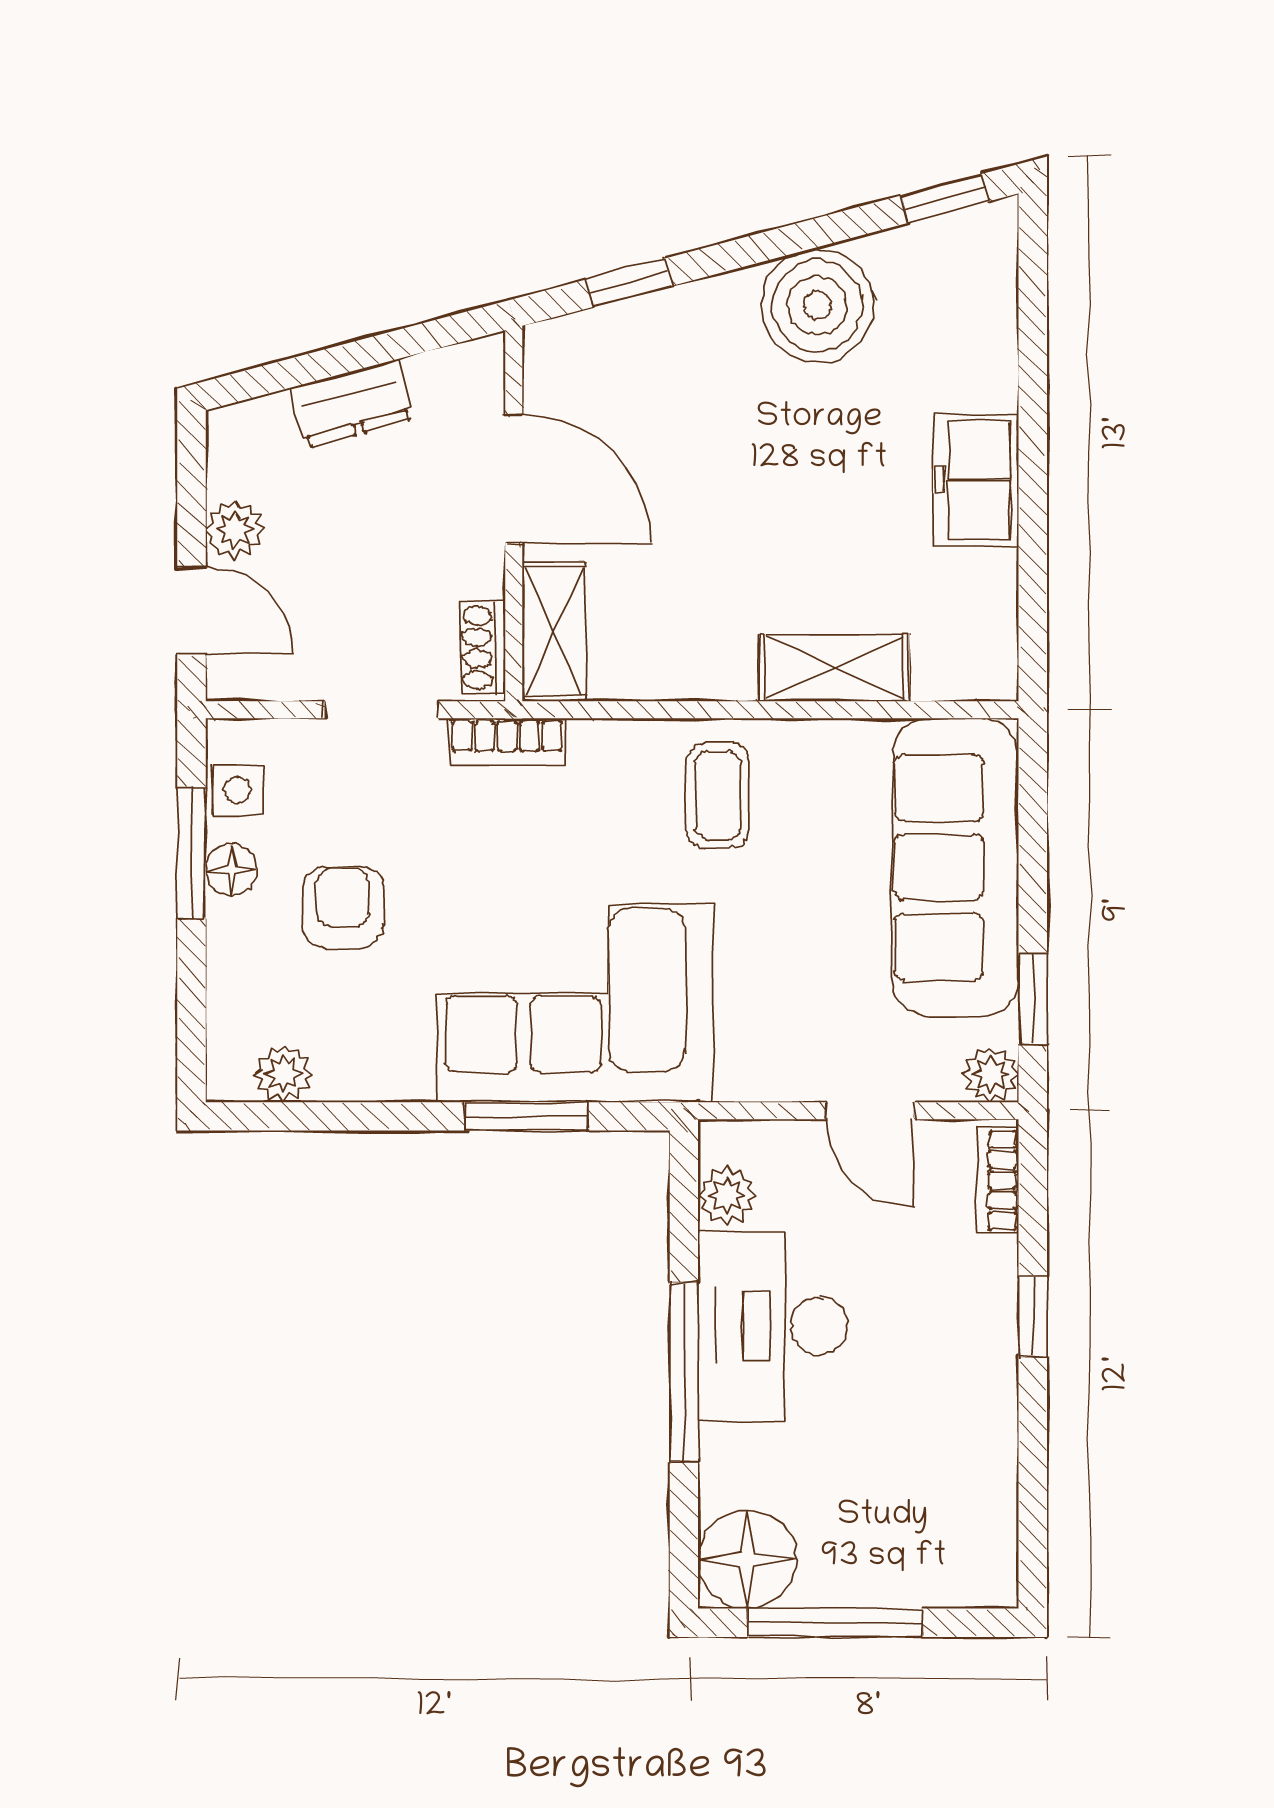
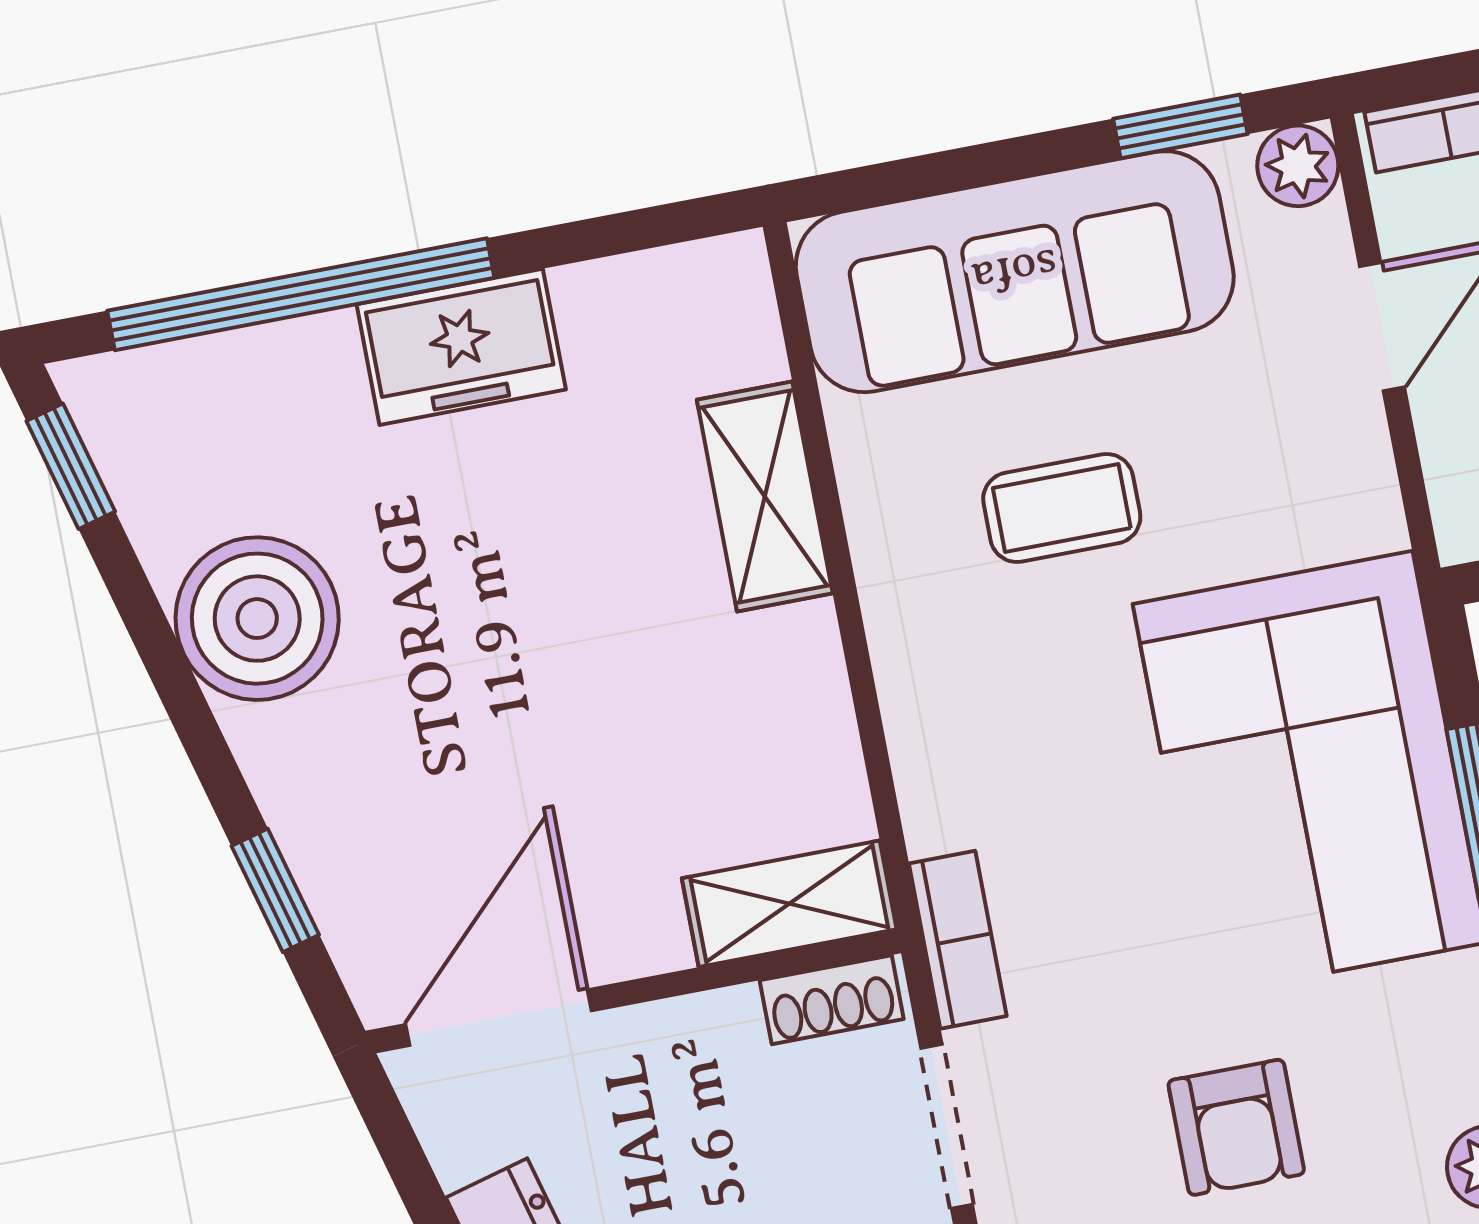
window: (1033, 378) -> (301, 294), added
door: (514, 479) -> (499, 1018), moved
coffee table: (718, 795) -> (1062, 508), moved
armchair: (343, 907) -> (1236, 1127), turned -90

